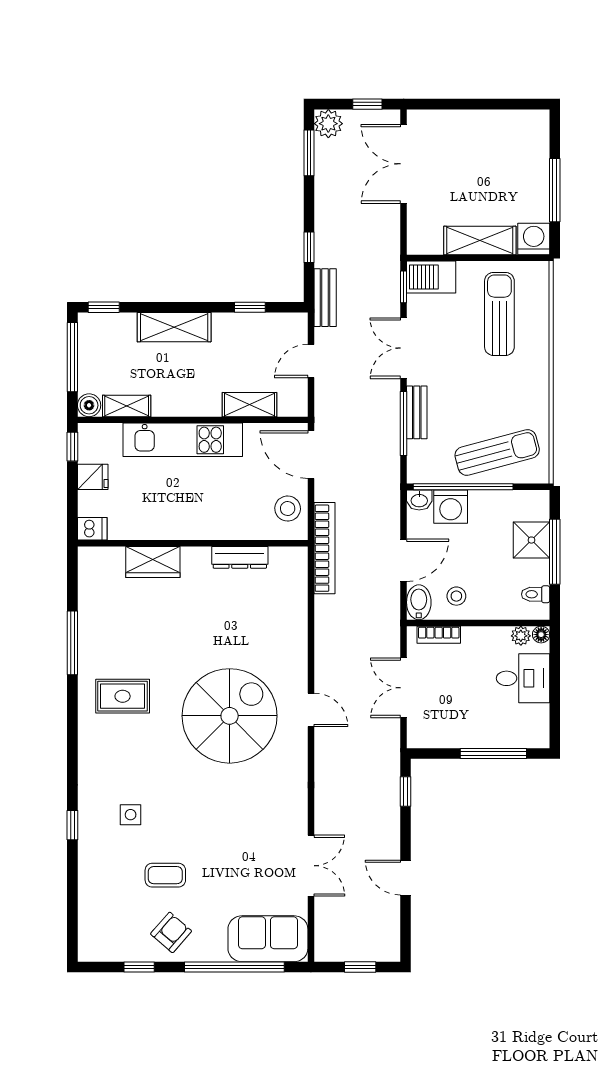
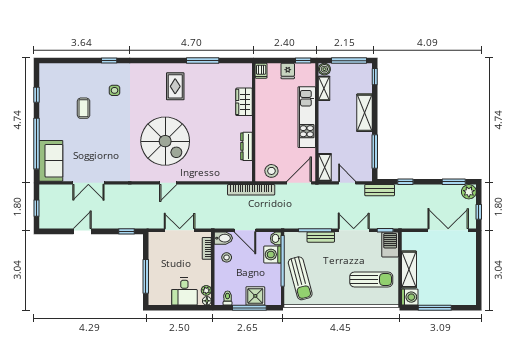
window: (250, 307) -> (375, 152), width x2.17
shelving: (250, 405) -> (325, 167), moved
armchair: (171, 932) -> (54, 111), removed

